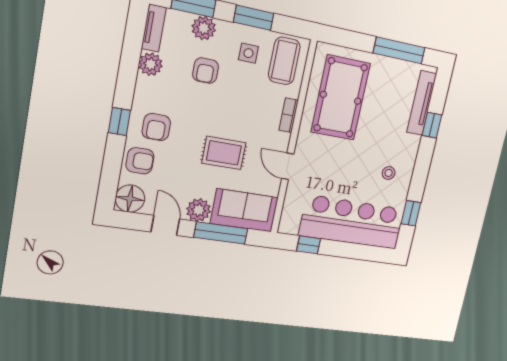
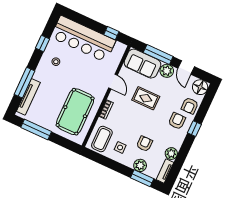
window: (254, 18) -> (113, 165), removed
window: (432, 125) -> (25, 83), width x2.17
armchair: (140, 161) -> (190, 106), turned -90
window: (411, 213) -> (42, 44), moved

